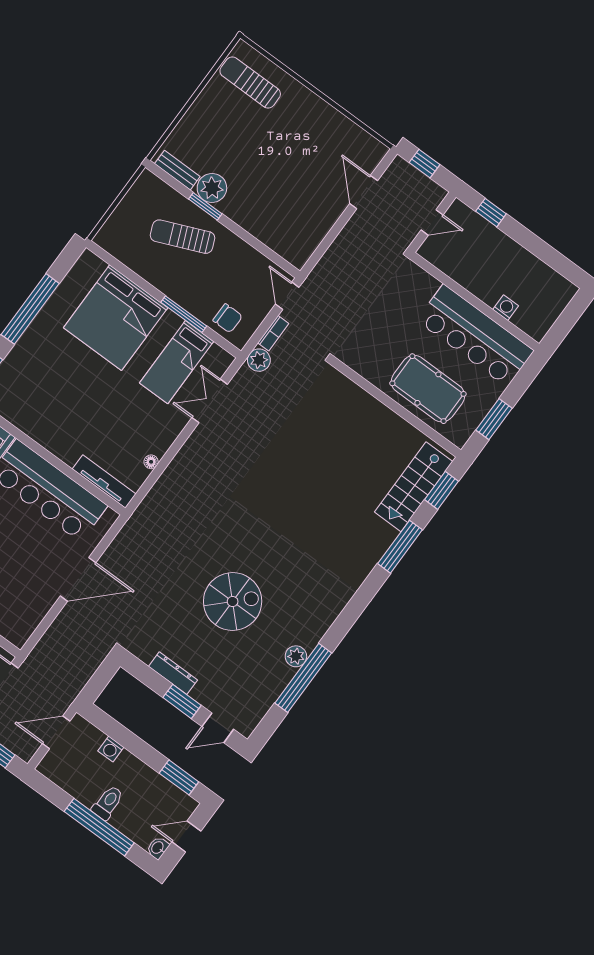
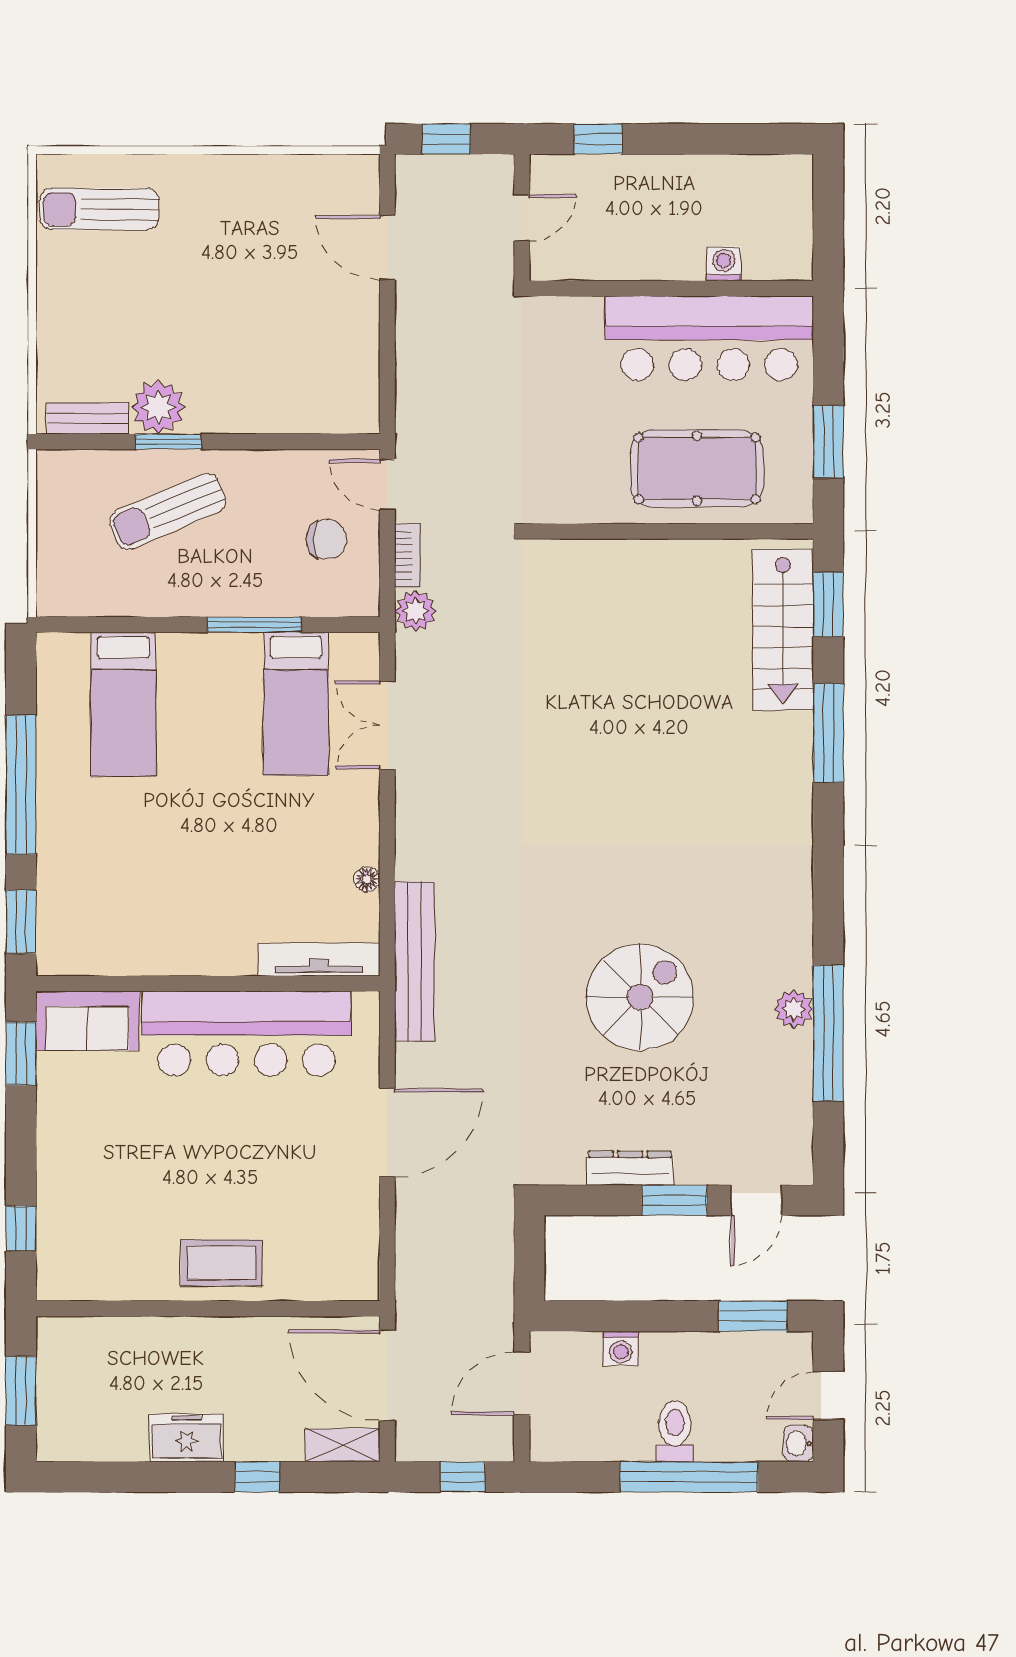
bed: (116, 318) -> (123, 704), width x0.49
chair: (228, 318) -> (326, 539), moved
bench: (145, 513) -> (415, 961), added

